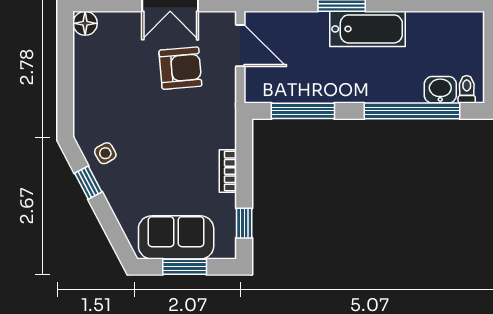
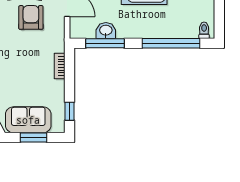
armchair: (180, 68) -> (31, 17), turned -85
washbasin: (440, 90) -> (106, 31), moved
bookcase: (228, 171) -> (60, 66), moved

